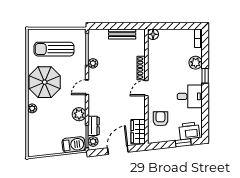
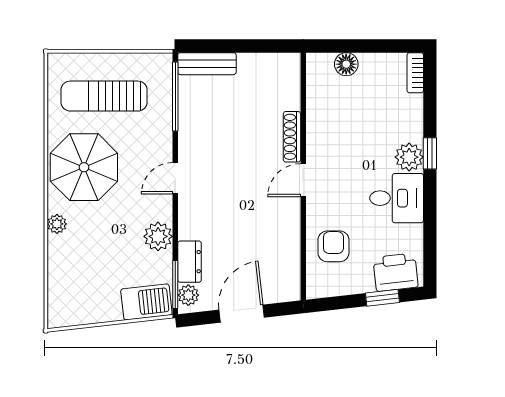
bench: (122, 34) -> (207, 64), moved
floor lamp: (153, 34) -> (346, 64), moved
plant: (93, 63) -> (188, 127), removed
plant: (196, 63) -> (409, 157), moved
wardrobe: (138, 132) -> (285, 274), removed

